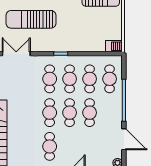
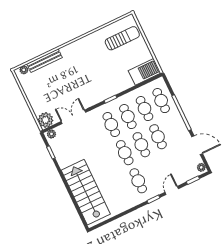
sun lounger: (31, 19) -> (72, 82), removed
barbecue: (114, 46) -> (144, 72), width x1.88, depth x1.53

